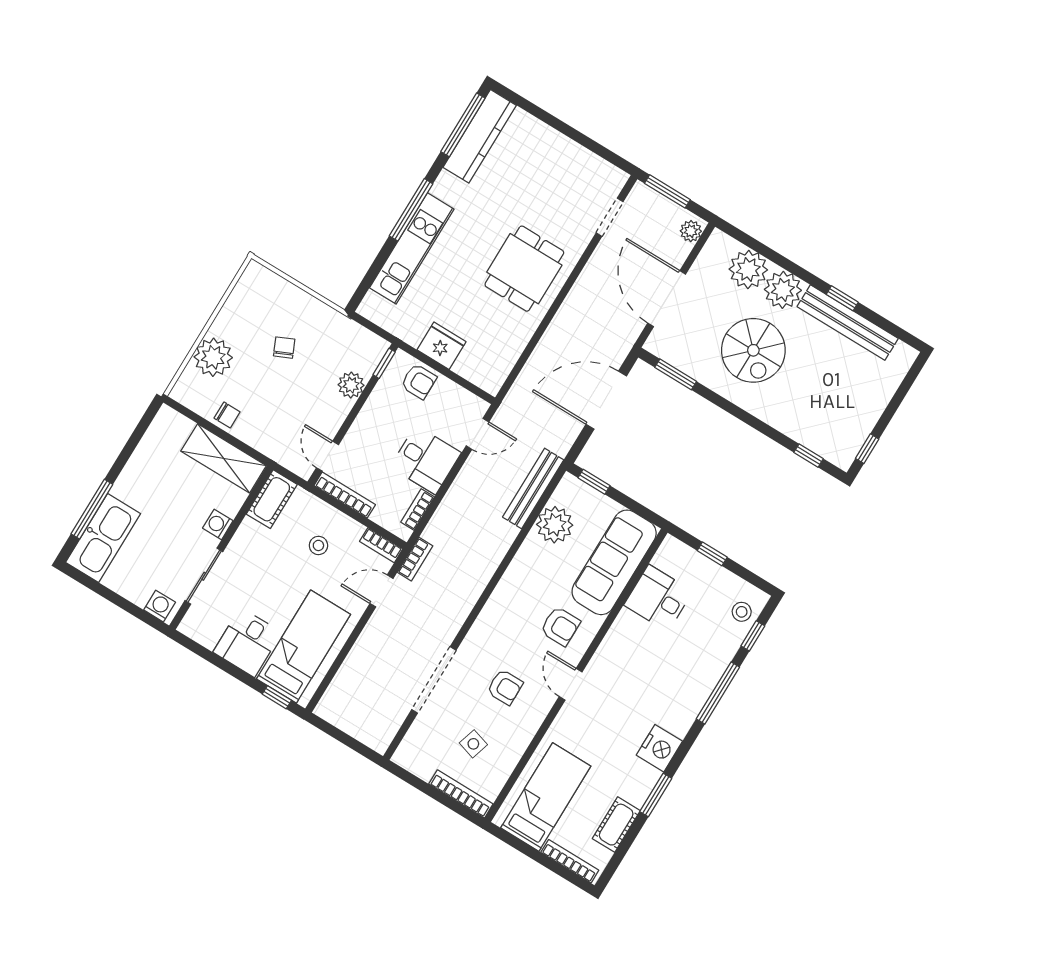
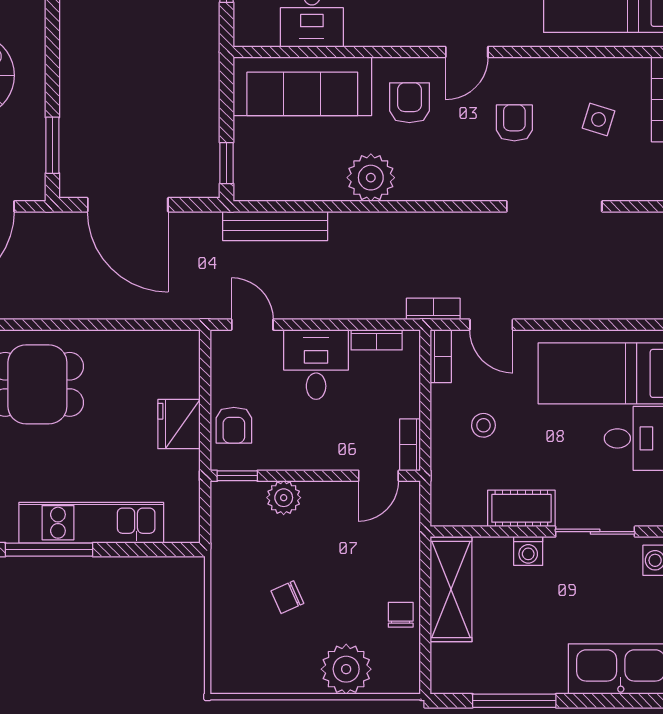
armchair: (419, 381) -> (234, 425), turned 180
bookcase: (345, 495) -> (410, 445), width x0.64
cot: (272, 499) -> (521, 508), moved
window: (92, 509) -> (514, 701), moved
plant: (555, 525) -> (371, 178), moved

